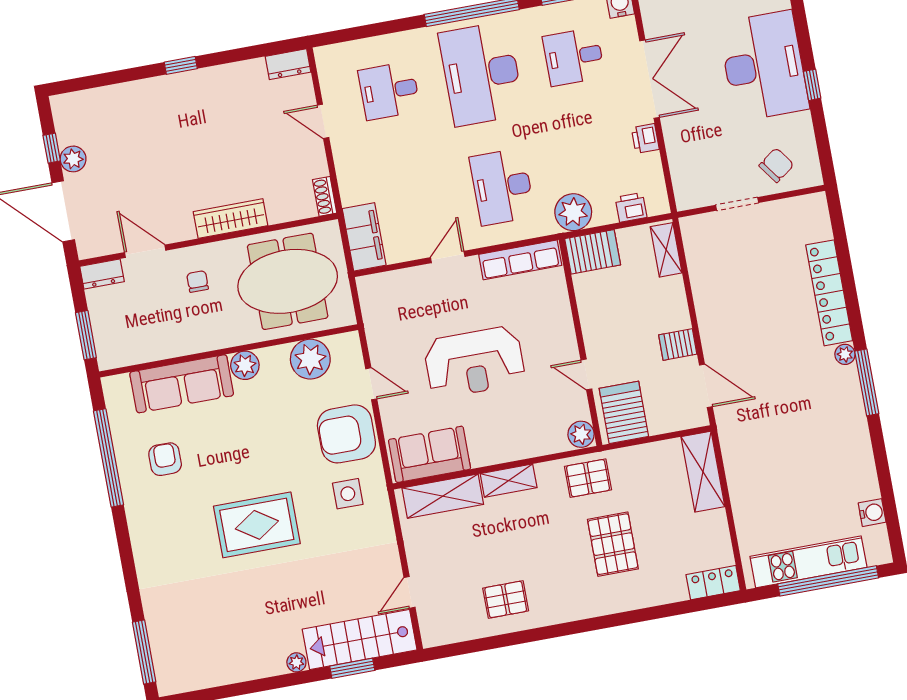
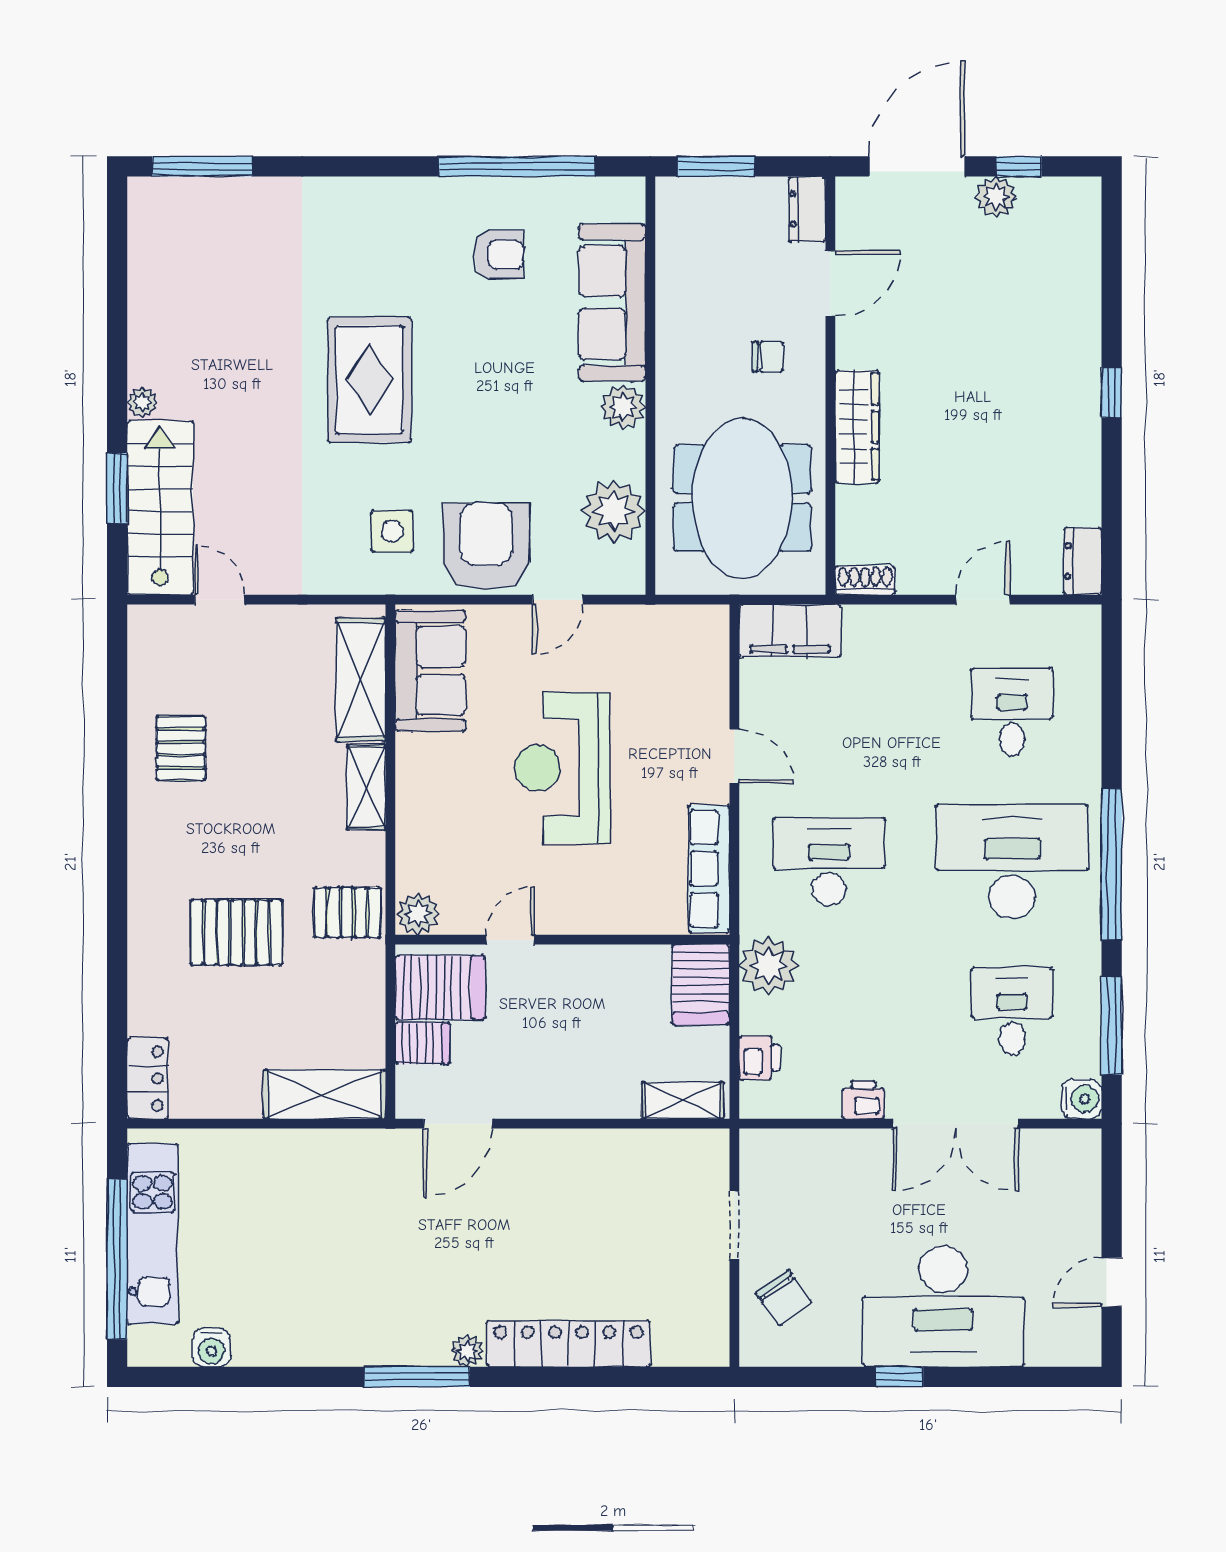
server rack: (678, 345) -> (423, 1043), moved, turned 90
pallet: (588, 478) -> (347, 912), turned 90

